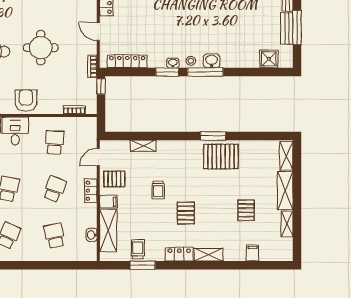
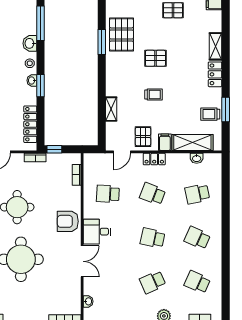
window: (205, 72) -> (40, 23), moved
door: (98, 157) -> (122, 152), hinge flipped
pallet: (186, 213) -> (155, 58), moved

